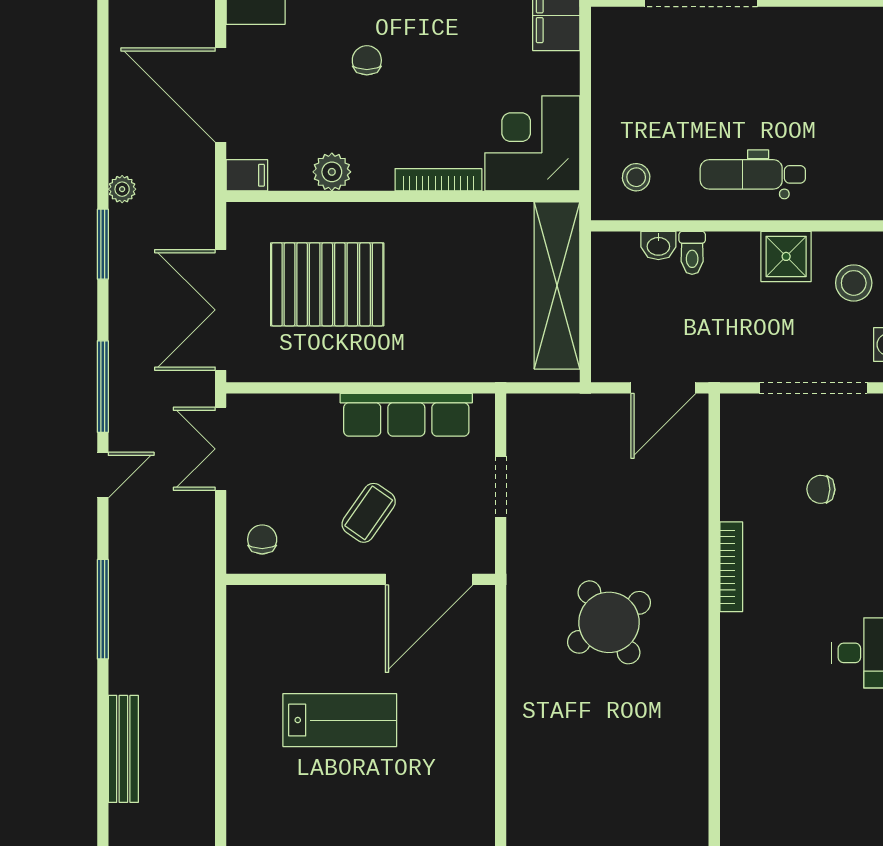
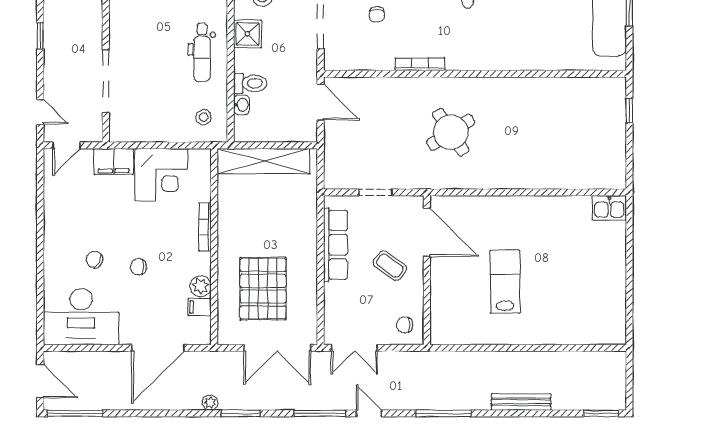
corner desk: (532, 143) -> (161, 175), moved, turned -90
filing cabinet: (247, 175) -> (200, 307), moved, turned -90
toilet: (692, 253) -> (250, 83), width x1.37, depth x1.39

